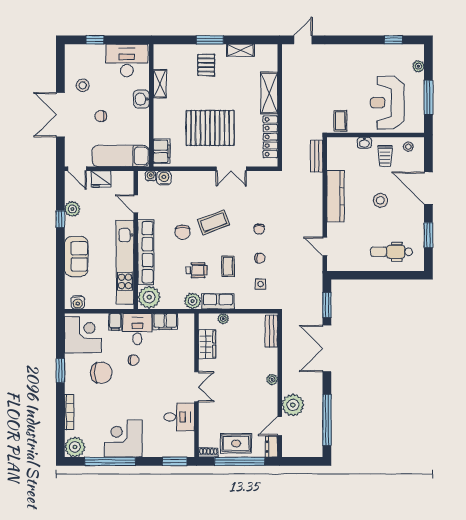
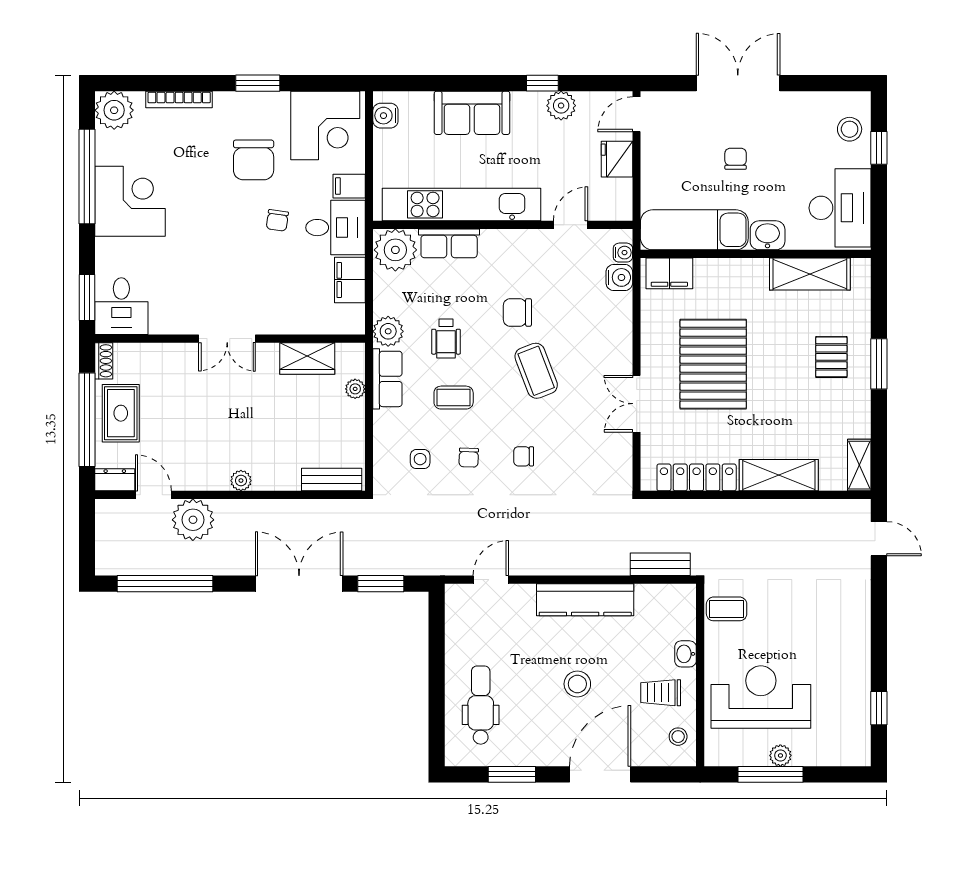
shelving: (240, 50) -> (859, 465), moved
pallet: (206, 65) -> (831, 357), turned 90
plant: (418, 66) -> (780, 755), moved
shelving: (160, 84) -> (810, 274), width x1.50, depth x1.33
stool: (83, 85) -> (850, 129), moved
exam couch: (121, 156) -> (694, 230), moved, turned -90
row of seats: (146, 252) -> (449, 243), width x0.50
desk: (179, 417) -> (121, 306), moved

